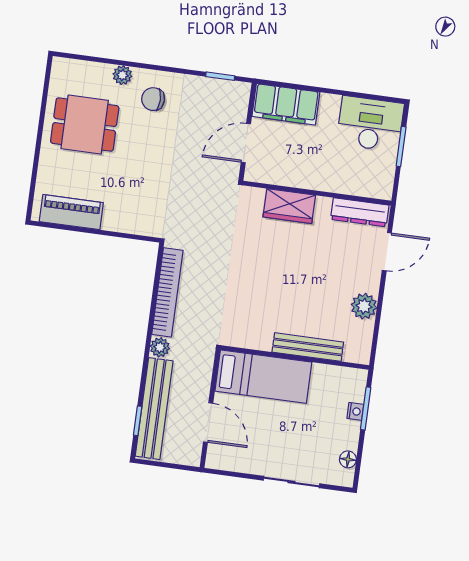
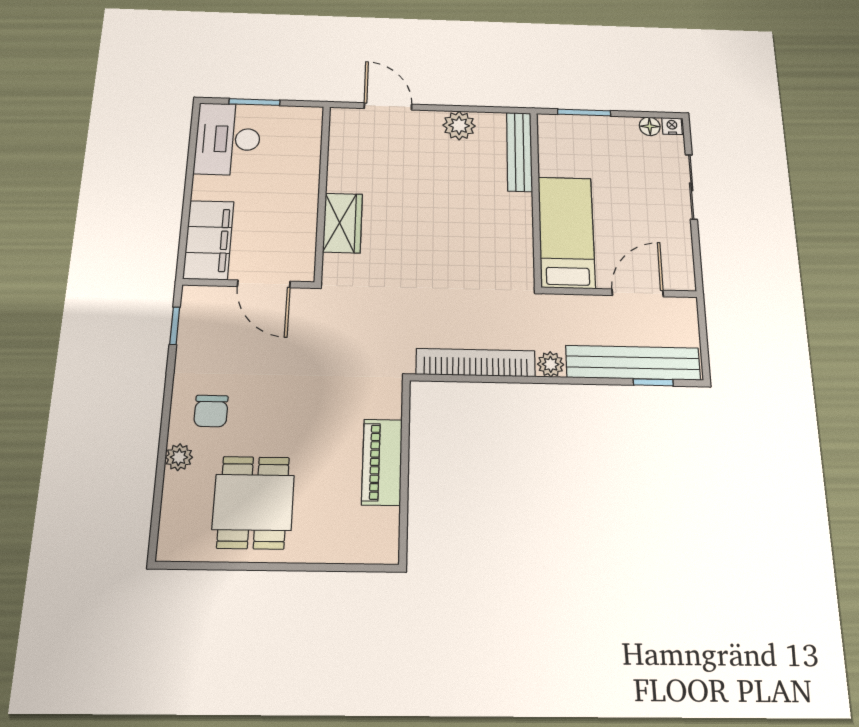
piano: (71, 212) -> (382, 462), moved
dresser: (360, 212) -> (342, 141), removed
bench: (308, 347) -> (519, 152), moved
nightstand: (355, 411) -> (672, 126), moved

